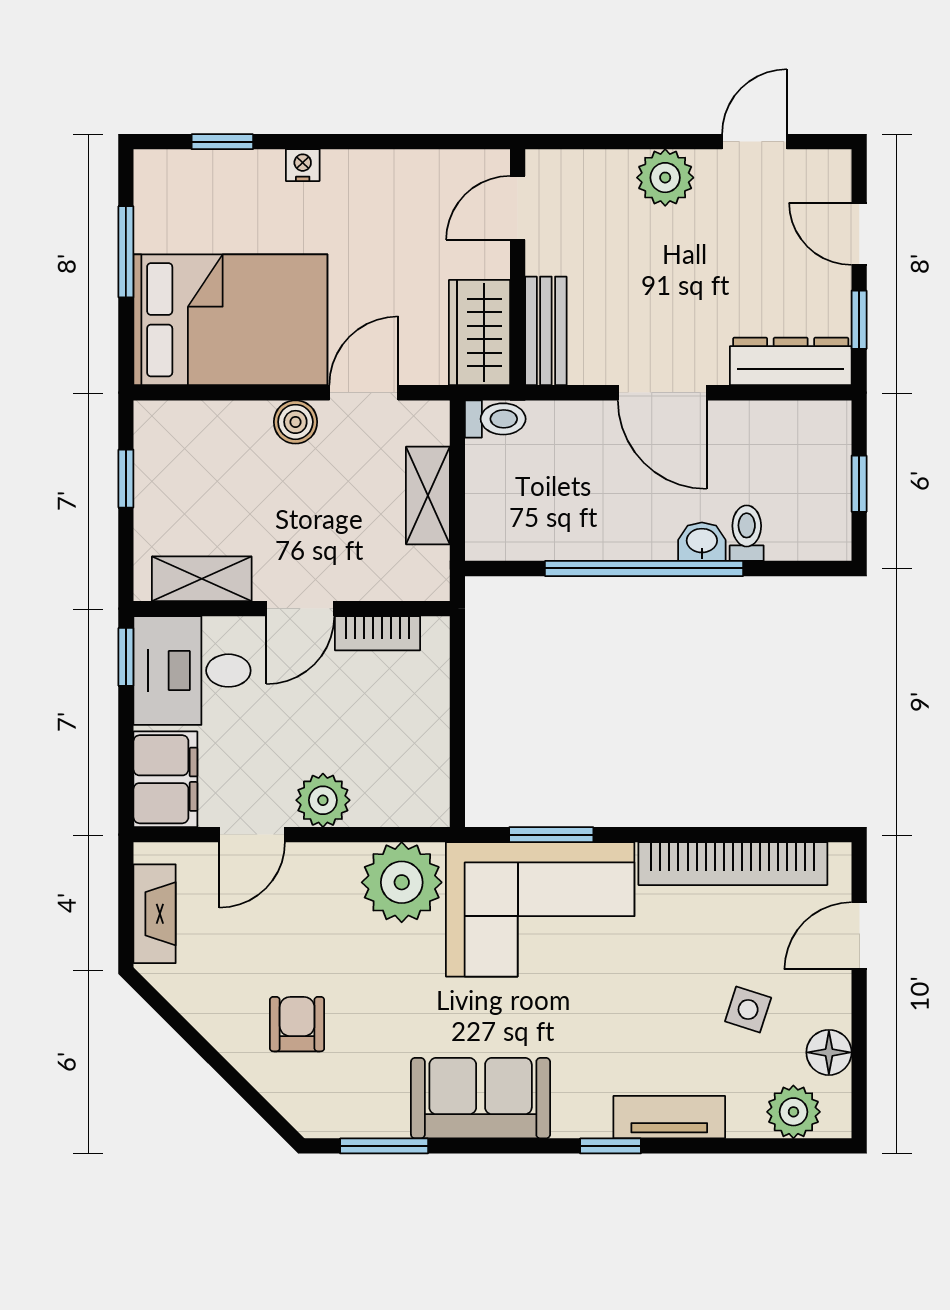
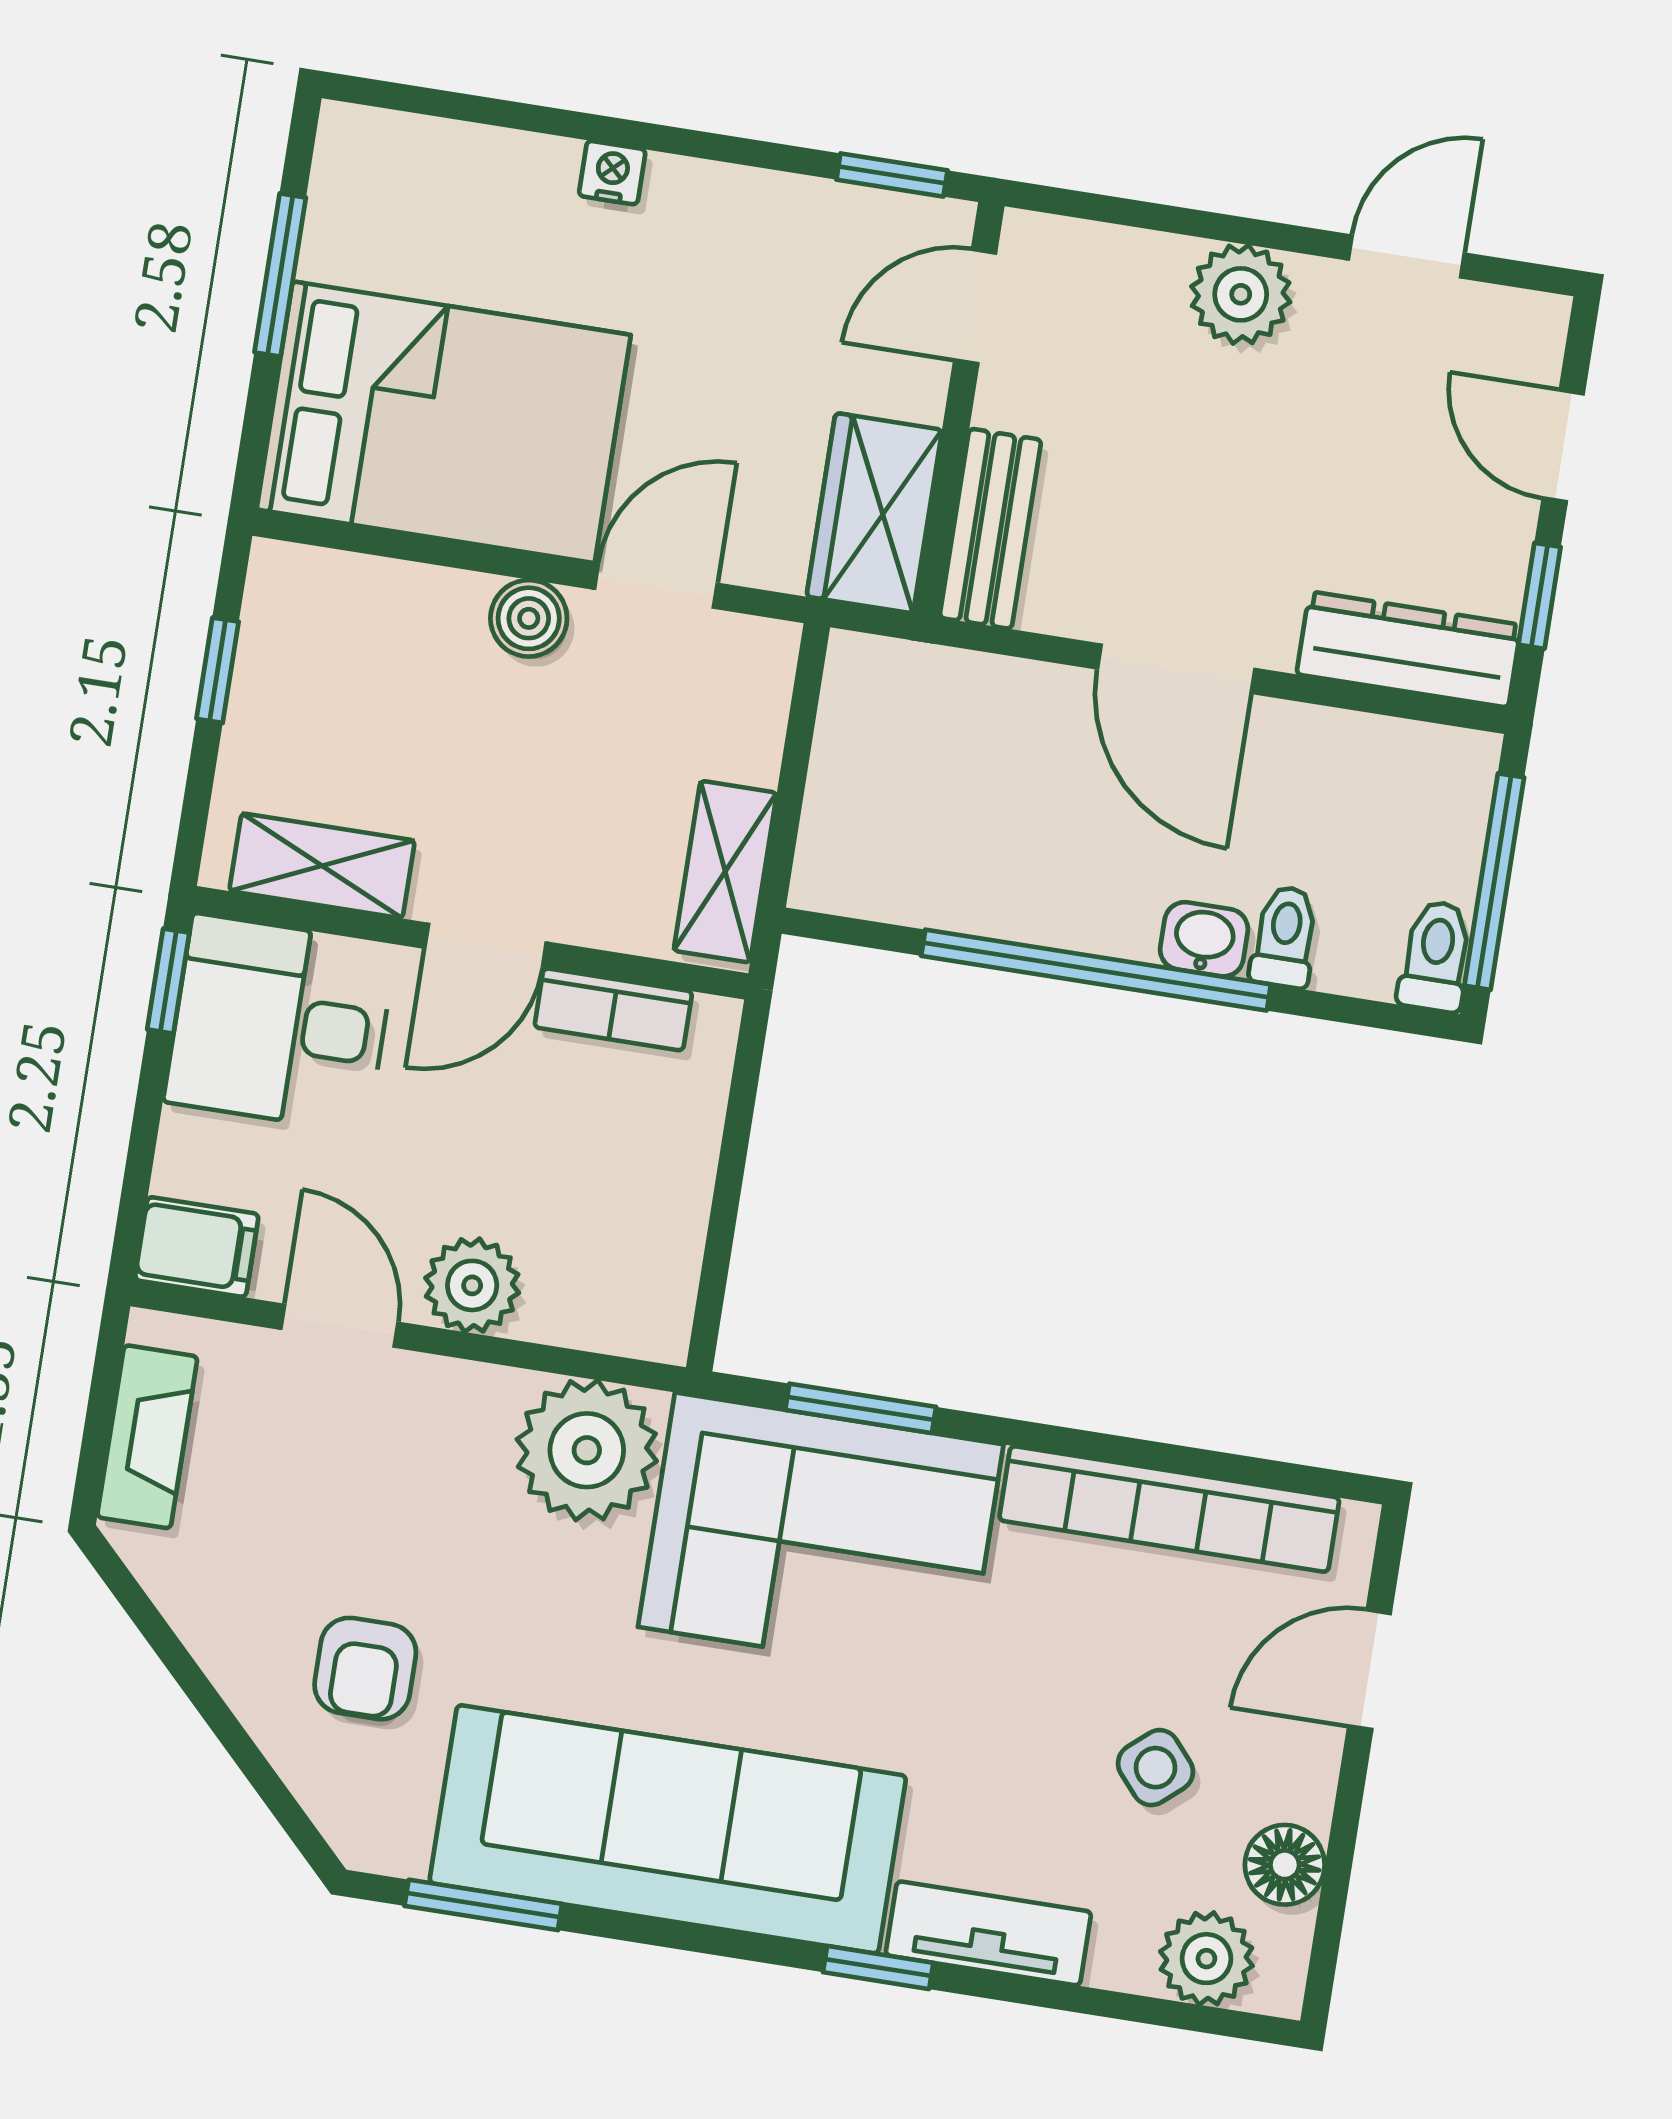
window: (222, 142) -> (892, 175), moved
toilet: (495, 419) -> (1436, 956), moved, turned -90
window: (859, 484) -> (1494, 882), width x2.17
shelving: (428, 495) -> (725, 872), moved
filing cabinet: (165, 779) -> (197, 1247), width x0.50
door: (252, 835) -> (339, 1326), swing flipped
side table: (748, 1010) -> (1155, 1768), turned 31
armchair: (297, 1024) -> (365, 1669), turned 180
sofa: (481, 1098) -> (668, 1829), width x1.85, depth x1.27

